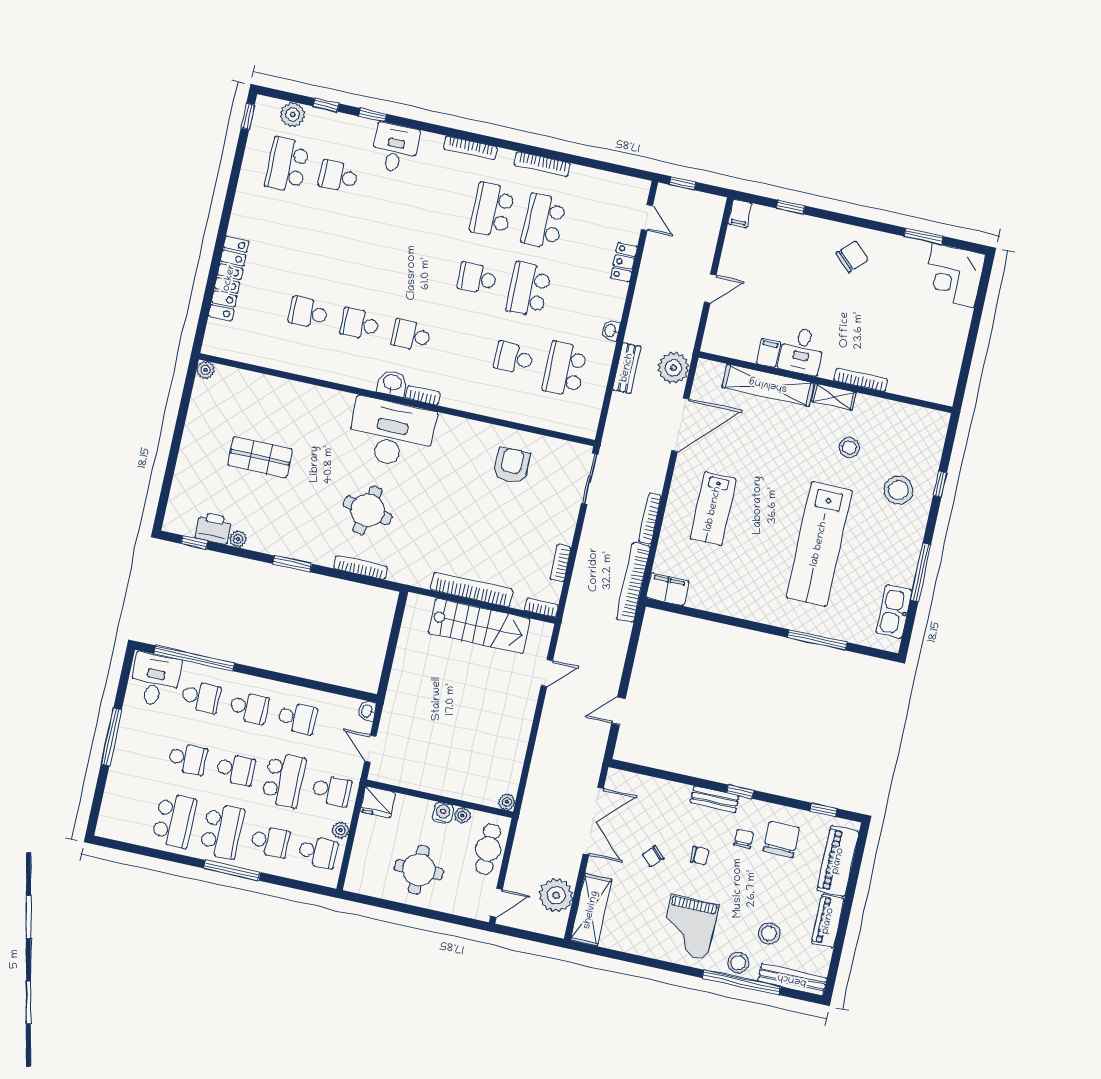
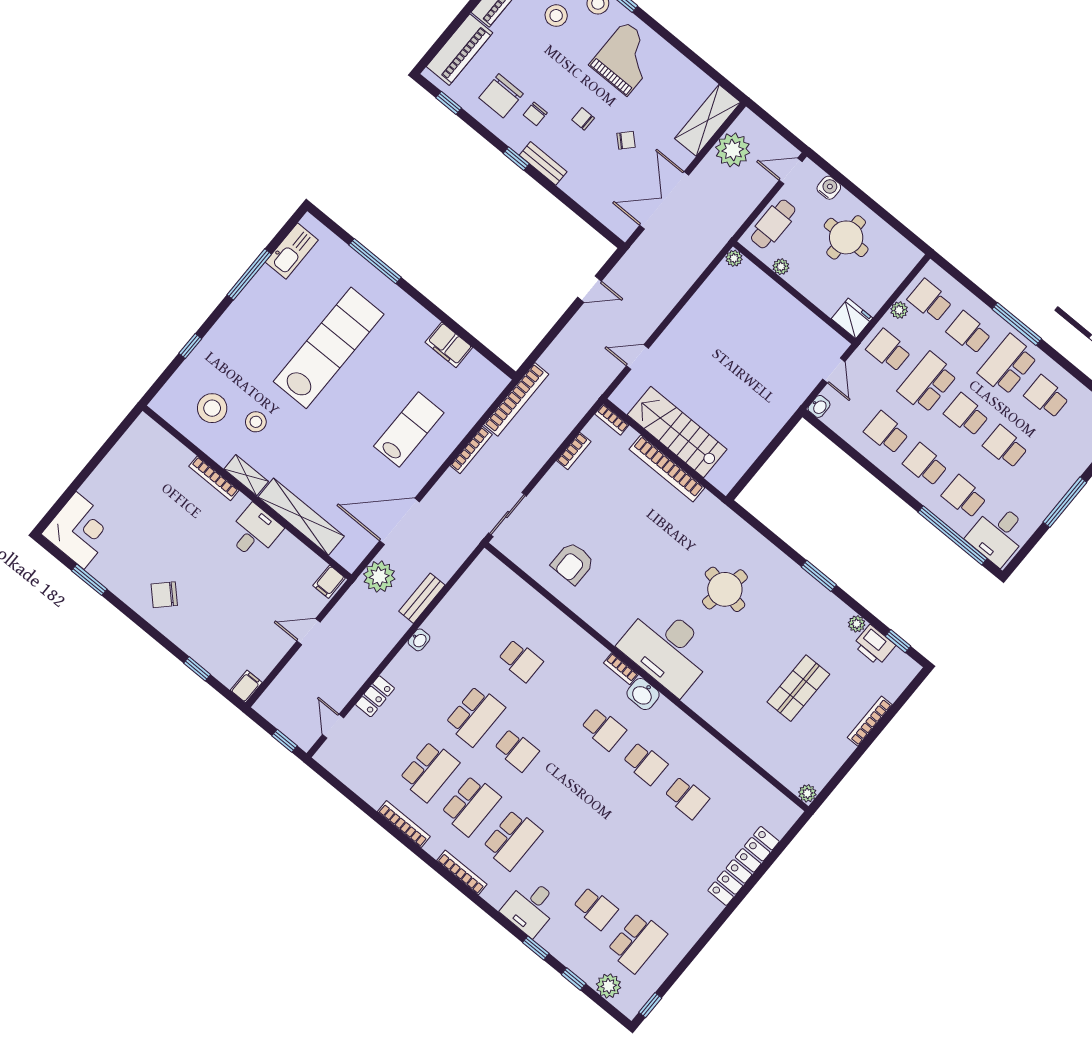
filing cabinet: (769, 353) -> (329, 582), moved
school desk: (565, 369) -> (512, 840), moved
shop shelf: (260, 457) -> (798, 688), turned 90
stool: (899, 490) -> (212, 408), moved
bookcase: (361, 568) -> (870, 721), moved, turned 90
filing cabinet: (667, 589) -> (449, 345), moved
water cooler: (443, 813) -> (829, 188), moved, turned 180
school desk: (174, 820) -> (1047, 397), width x0.54

